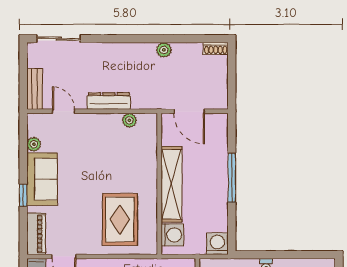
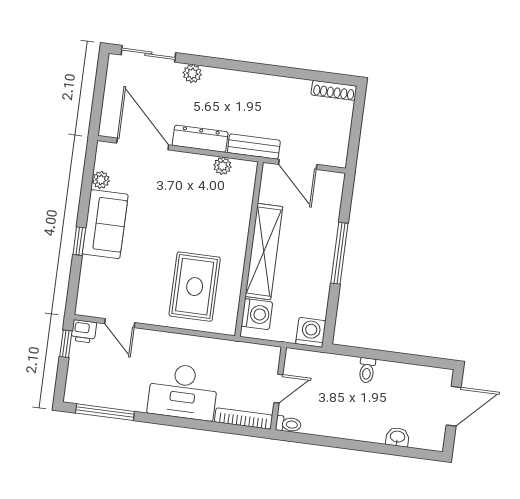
shoe rack: (216, 48) -> (334, 90), width x1.43
plant: (164, 50) -> (192, 74), moved
bench: (35, 89) -> (254, 147), moved, turned 90
door: (64, 111) -> (143, 144), width x1.88
piano: (36, 234) -> (89, 291), removed

